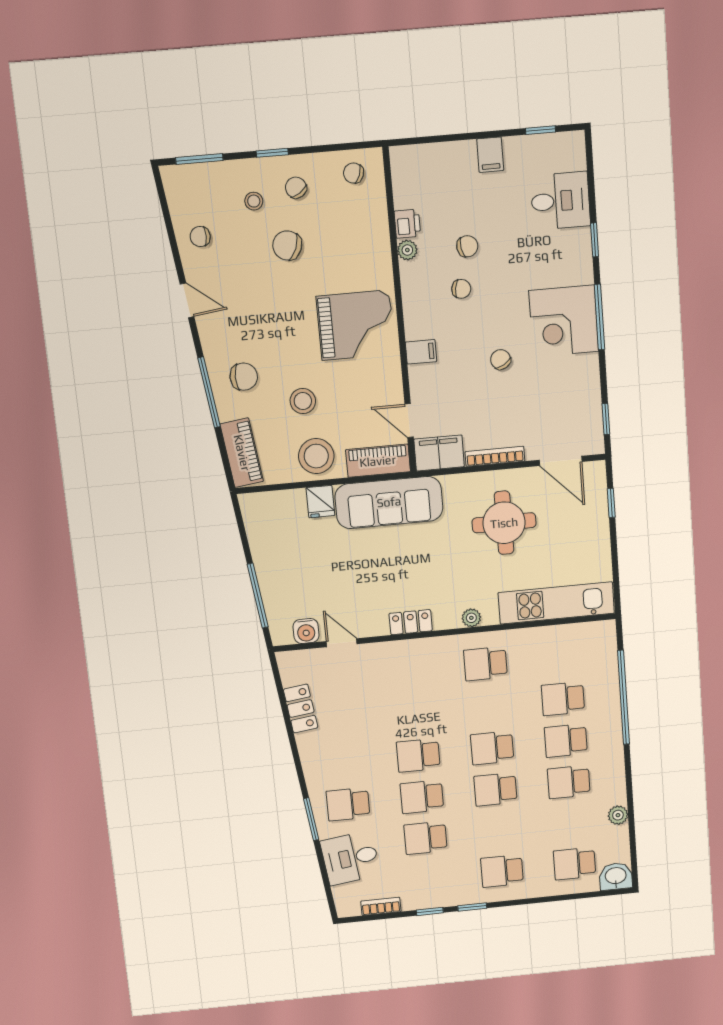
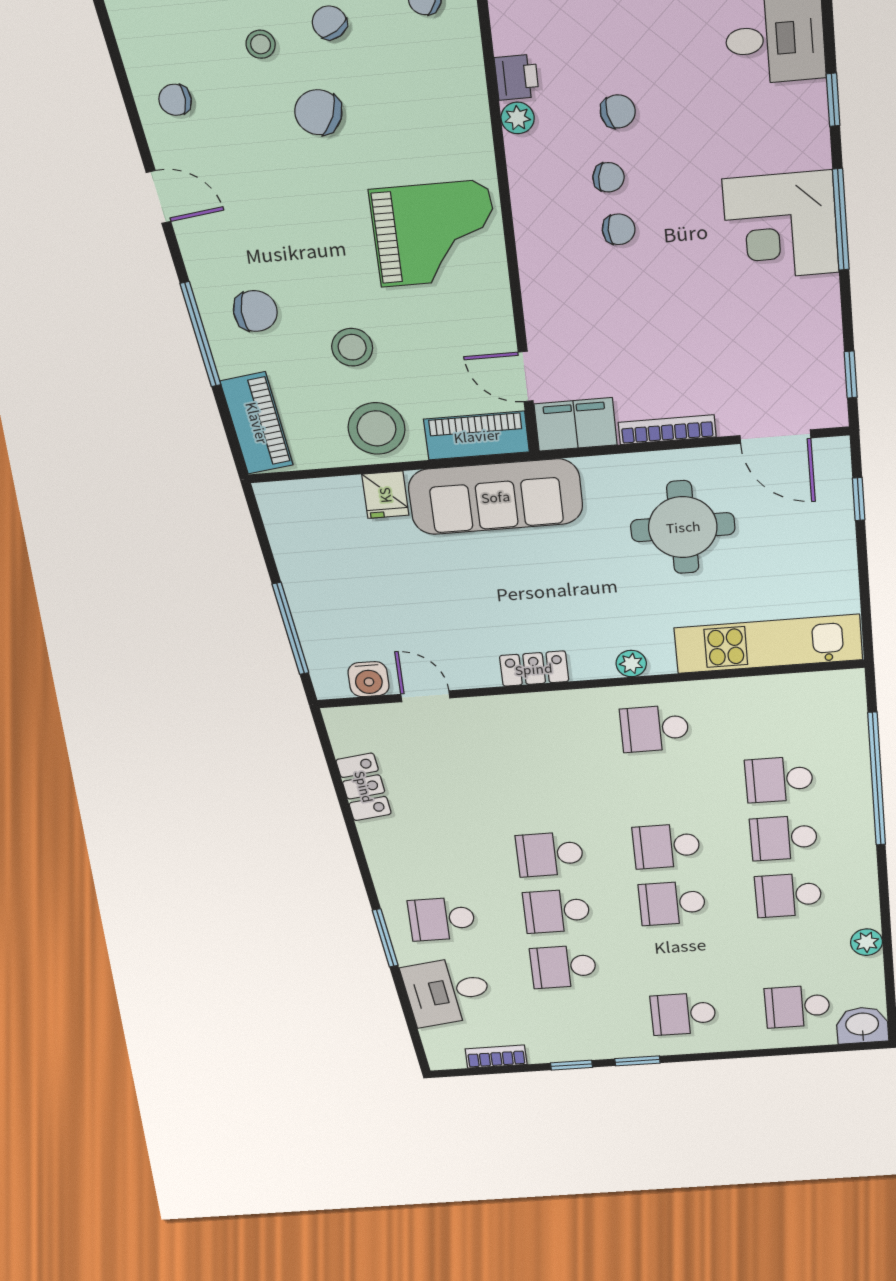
filing cabinet: (421, 352) -> (543, 273), removed
chair: (501, 360) -> (619, 229), moved, turned 120

